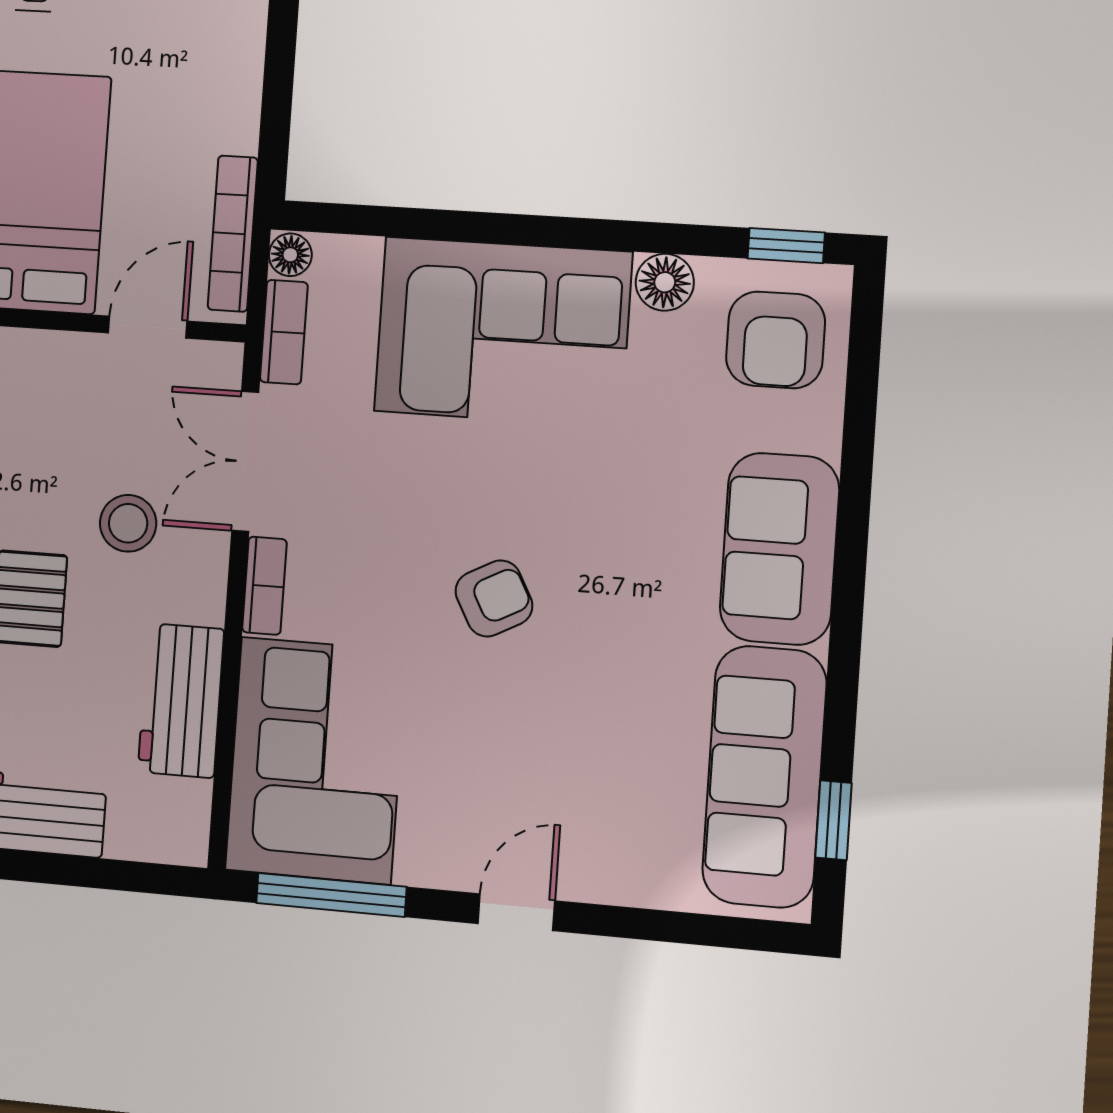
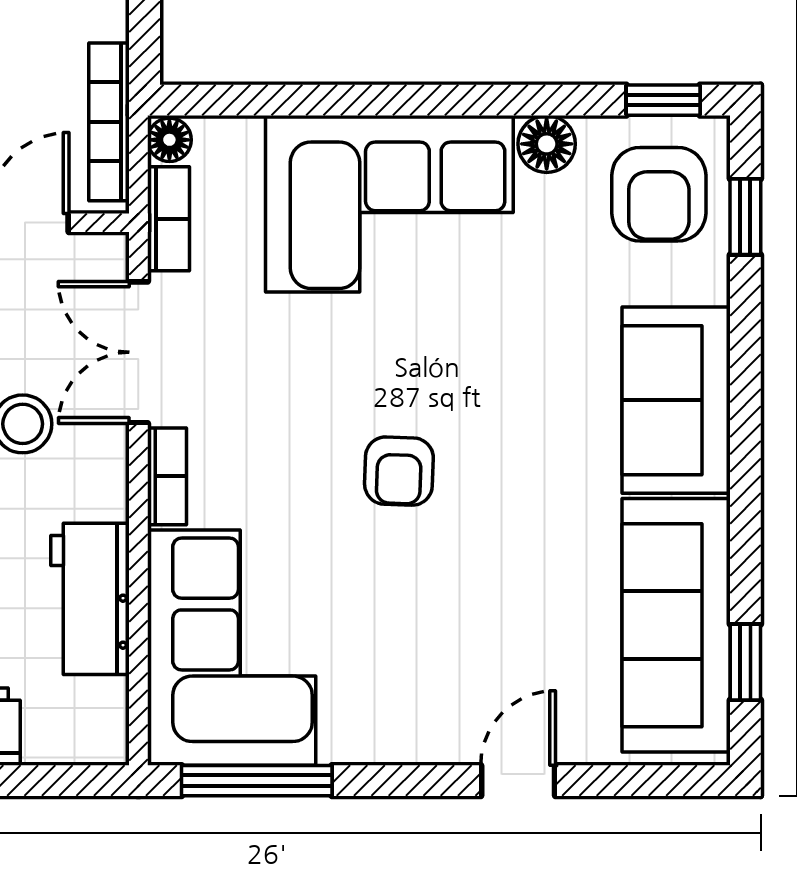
window: (863, 368) -> (745, 217), added
armchair: (494, 598) -> (399, 471), turned 120
door: (516, 912) -> (518, 781), moved

